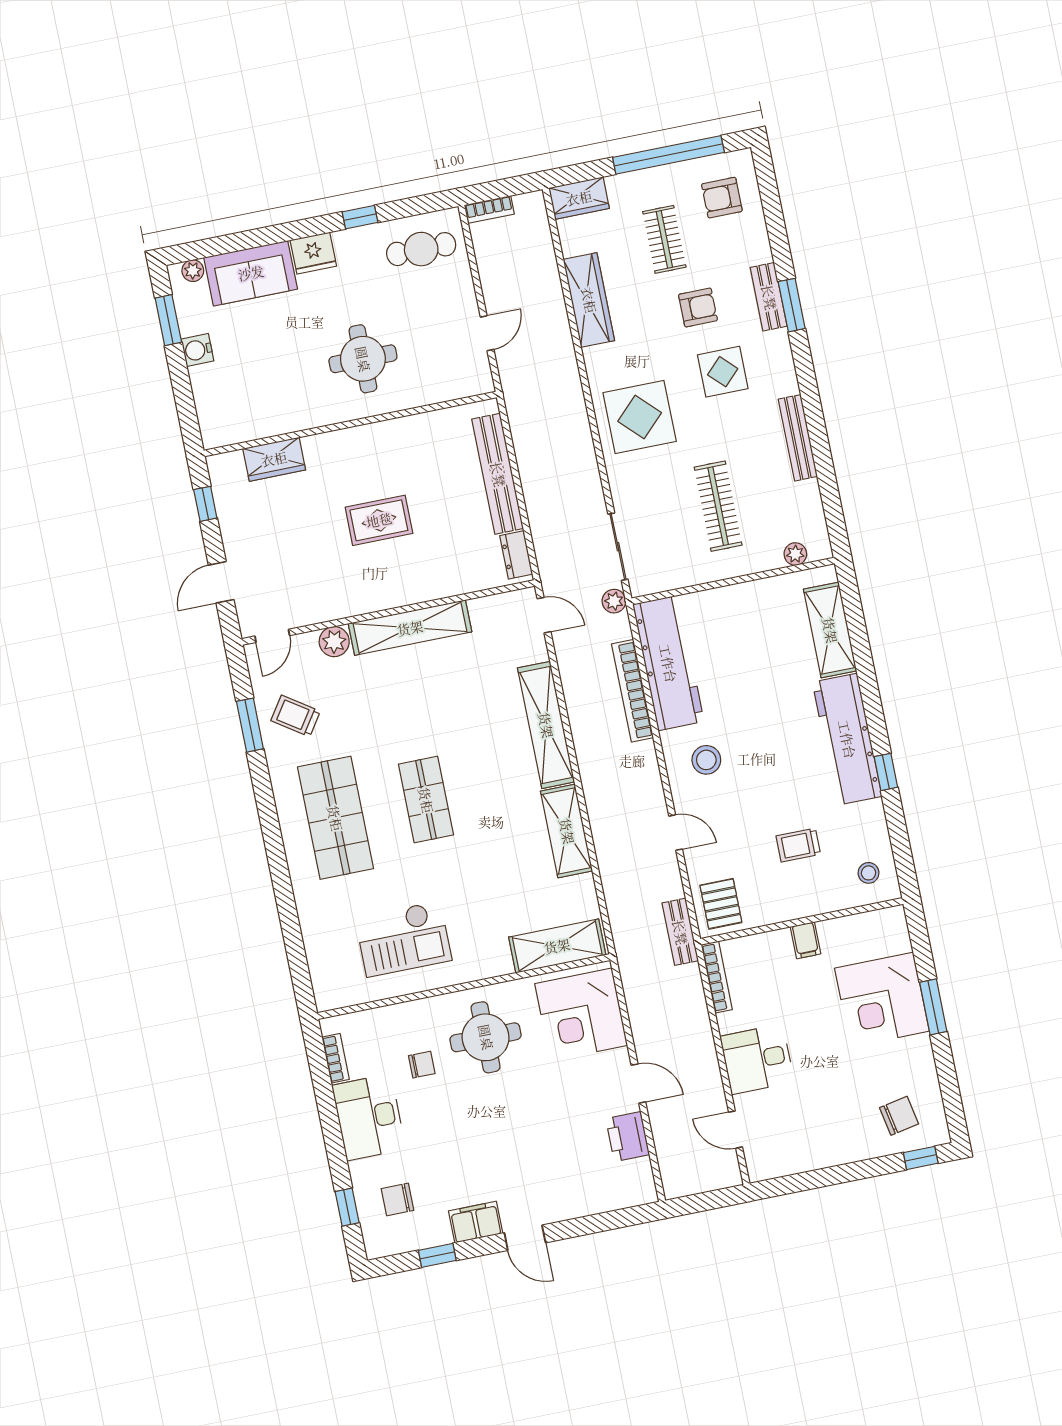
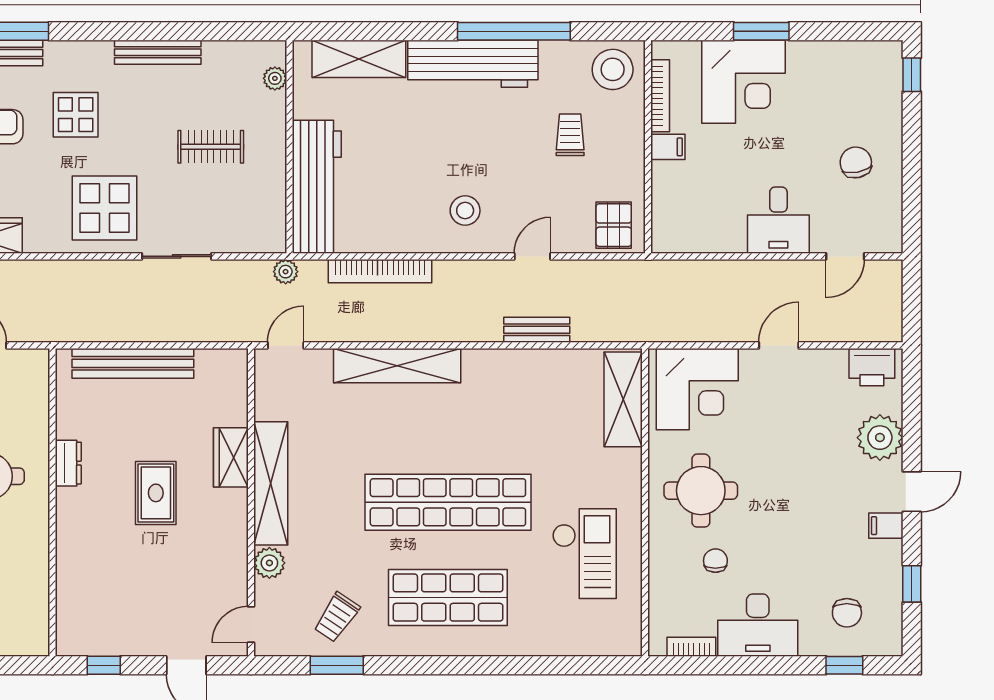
wardrobe: (274, 459) -> (231, 457), moved, turned 180
clothes rail: (718, 506) -> (211, 147), width x0.73
sliding door: (618, 547) -> (177, 256), moved
dresser: (516, 555) -> (68, 463), moved, turned -90
door: (272, 636) -> (251, 624), swing flipped
workbench: (668, 663) -> (317, 187), moved, turned 90
window: (886, 772) -> (514, 31), width x3.17
shop shelf: (426, 800) -> (448, 502), width x2.00, depth x1.36
shelving: (567, 831) -> (509, 366), removed
trolley: (798, 845) -> (570, 135), turned 180
stool: (869, 873) -> (613, 69), width x1.89, depth x1.89
pallet: (721, 904) -> (614, 225), turned 90
bench: (680, 932) -> (537, 330), moved
bookcase: (717, 977) -> (660, 96), moved, turned 90
chair: (899, 1116) -> (856, 162), moved
printer: (628, 1137) -> (872, 367), moved
plant: (570, 1197) -> (880, 438), added
filing cabinet: (476, 1222) -> (886, 526), width x0.50

